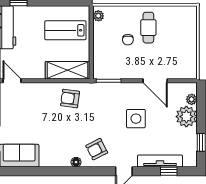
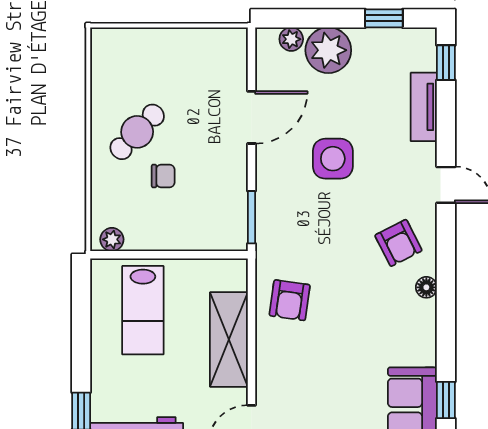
cafe table: (148, 28) -> (137, 132), turned -46
shelving: (68, 70) -> (229, 340), moved
tv unit: (160, 161) -> (424, 107), width x0.71
window: (24, 171) -> (446, 400), added
window: (169, 171) -> (446, 63), moved

